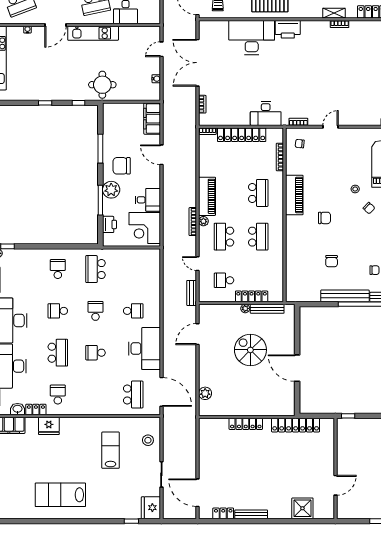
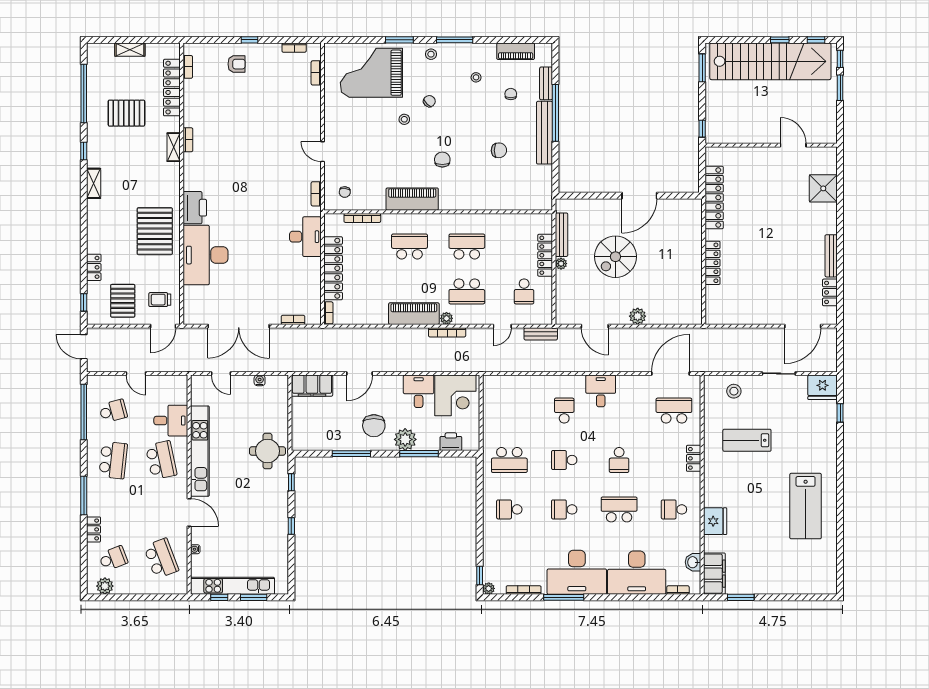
kitchen unit: (93, 33) -> (200, 451), width x1.36
school desk: (58, 311) -> (564, 509), turned 90
desk: (144, 349) -> (601, 391), width x0.53, depth x0.77
plant: (205, 393) -> (638, 316), moved
locker: (36, 409) -> (694, 458), moved

